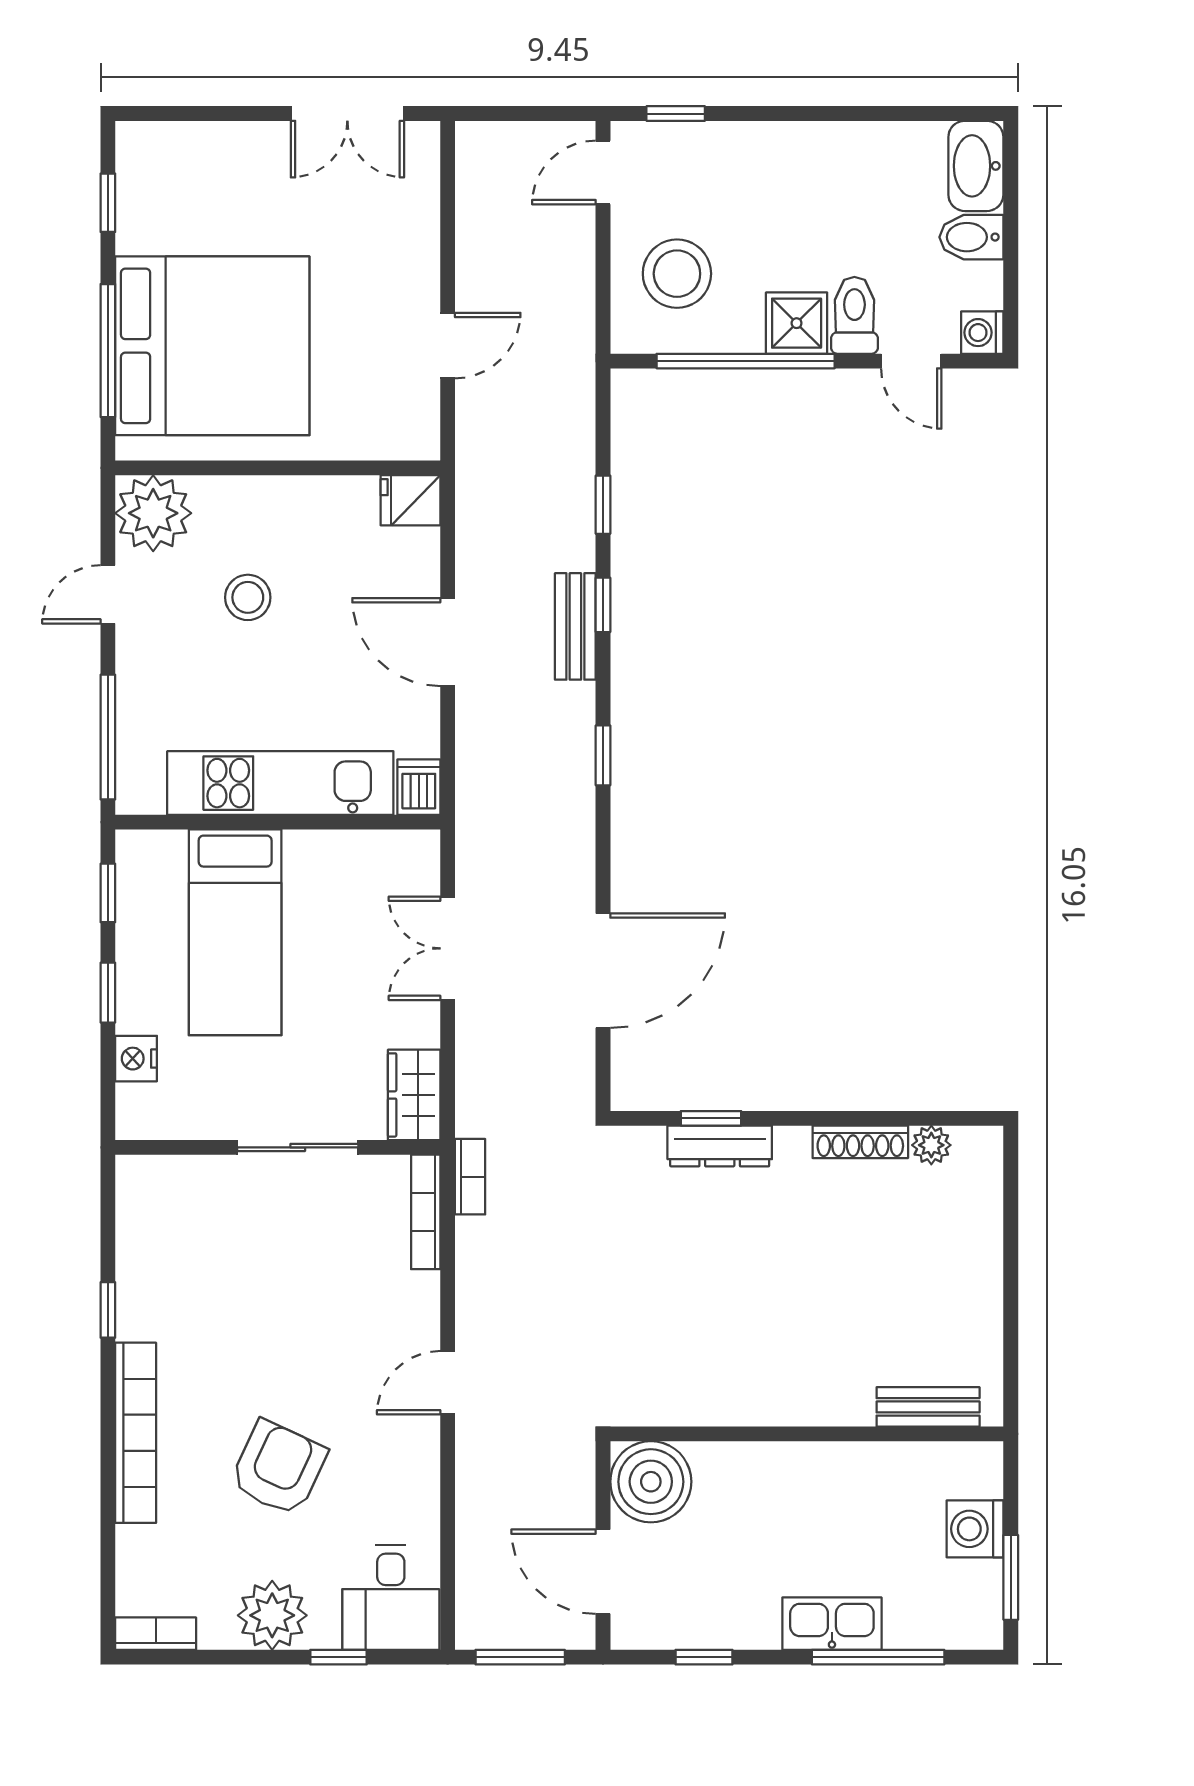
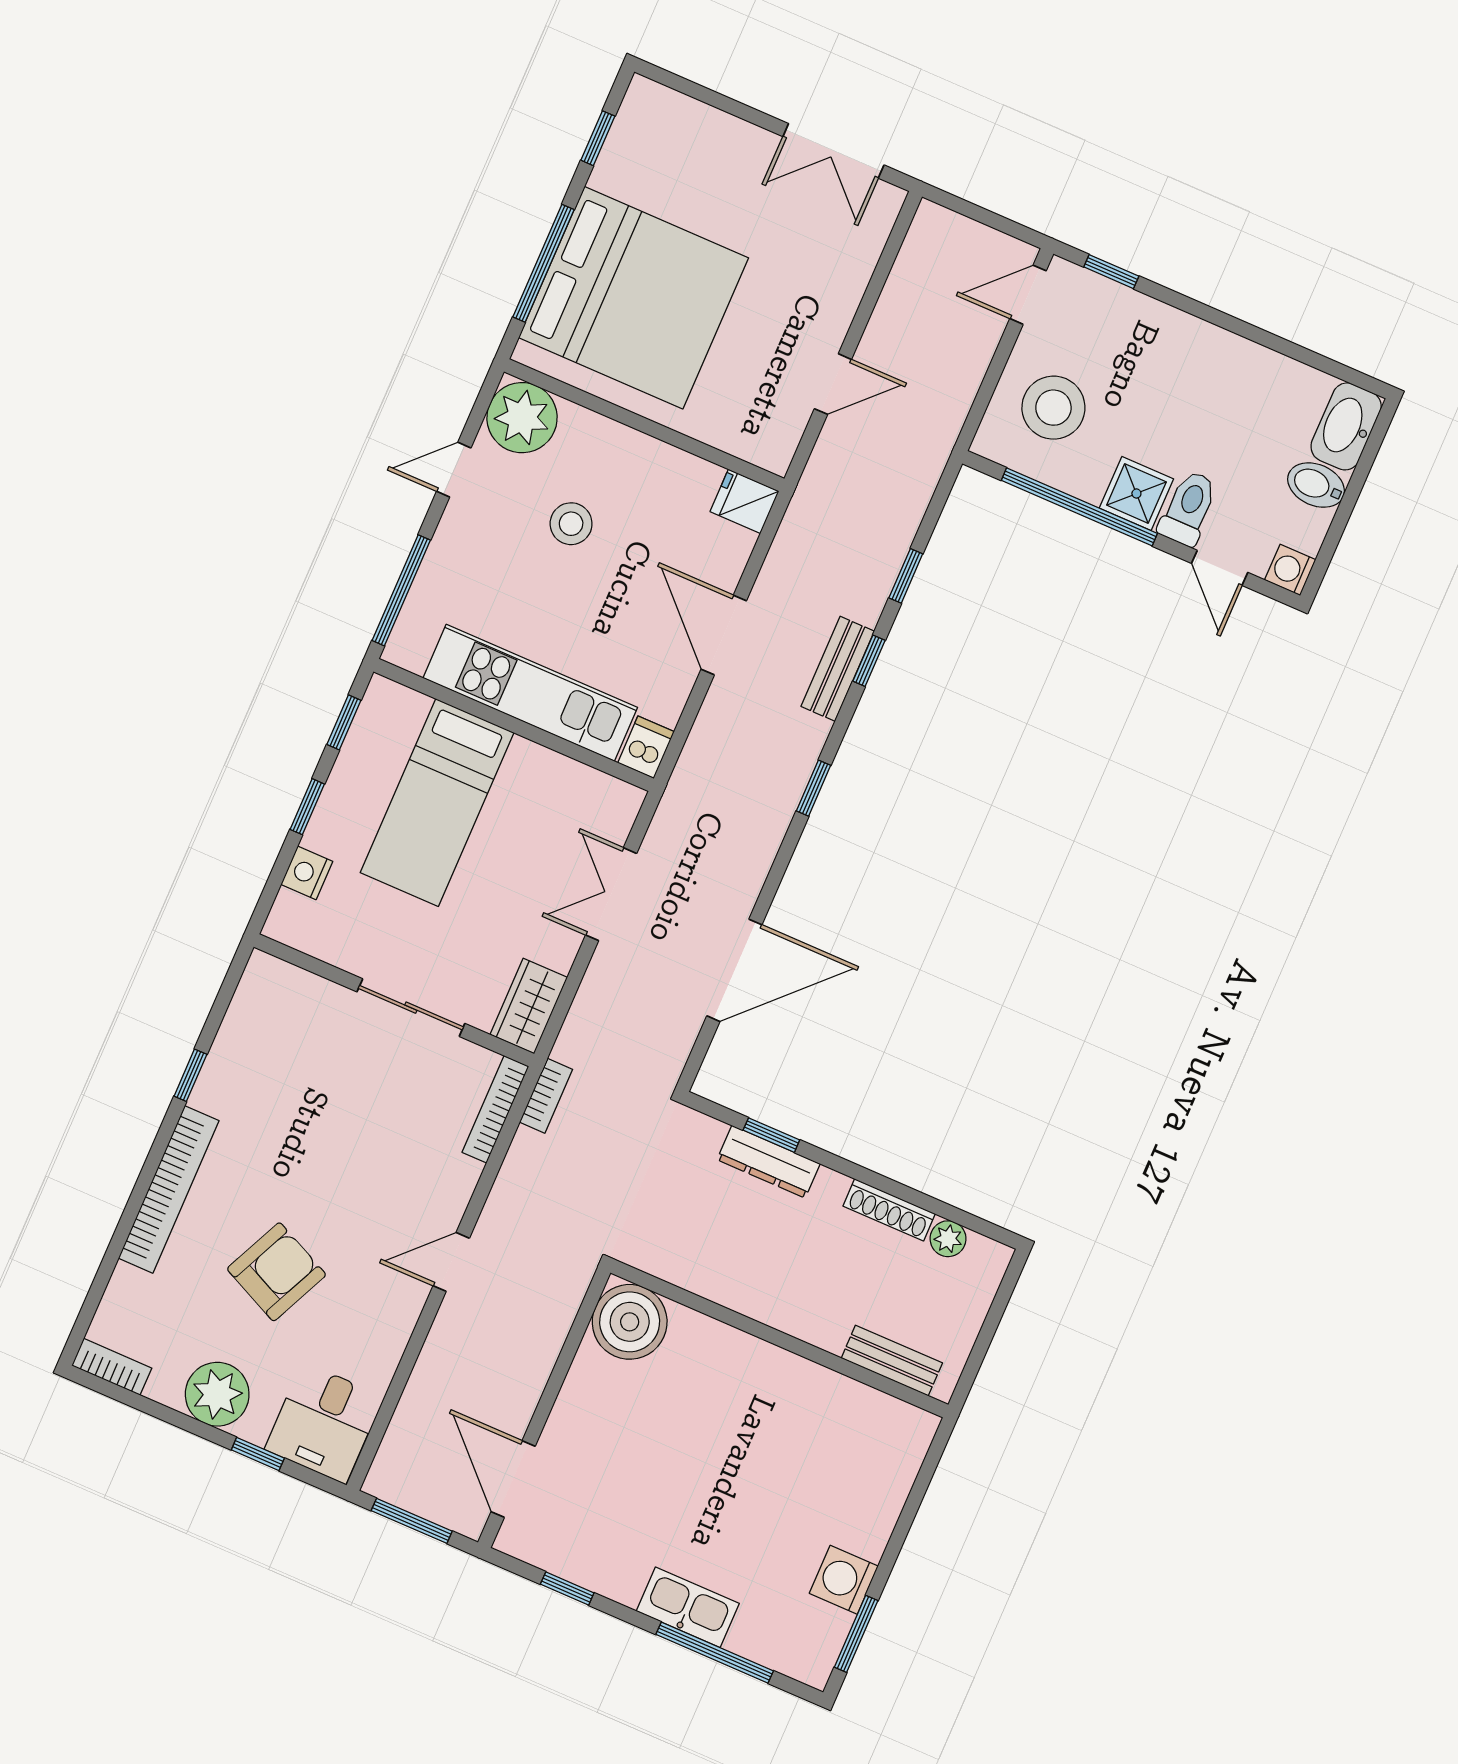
bench: (928, 1407) -> (892, 1361), moved
wall: (807, 1434) -> (779, 1339), moved
boiler: (651, 1482) -> (630, 1322), moved

